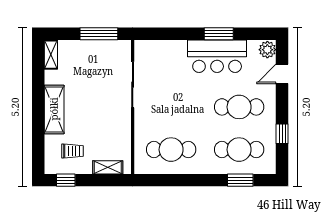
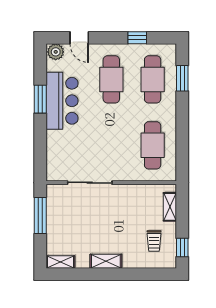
shelving: (54, 109) -> (106, 261), width x0.67, depth x0.75
trolley: (73, 151) -> (154, 241), turned 180

